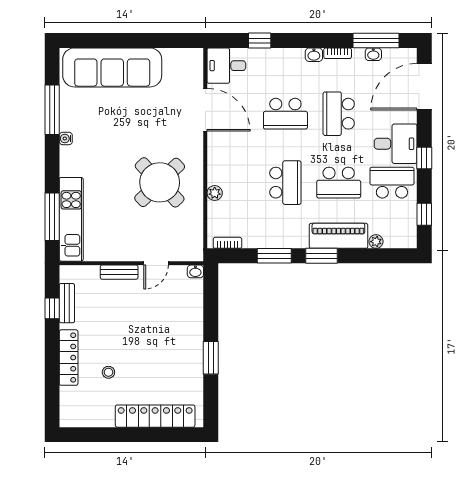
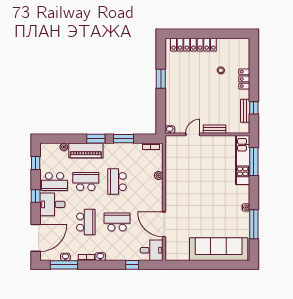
round table: (160, 182) -> (191, 182), removed
locker: (69, 358) -> (244, 79), width x0.66

